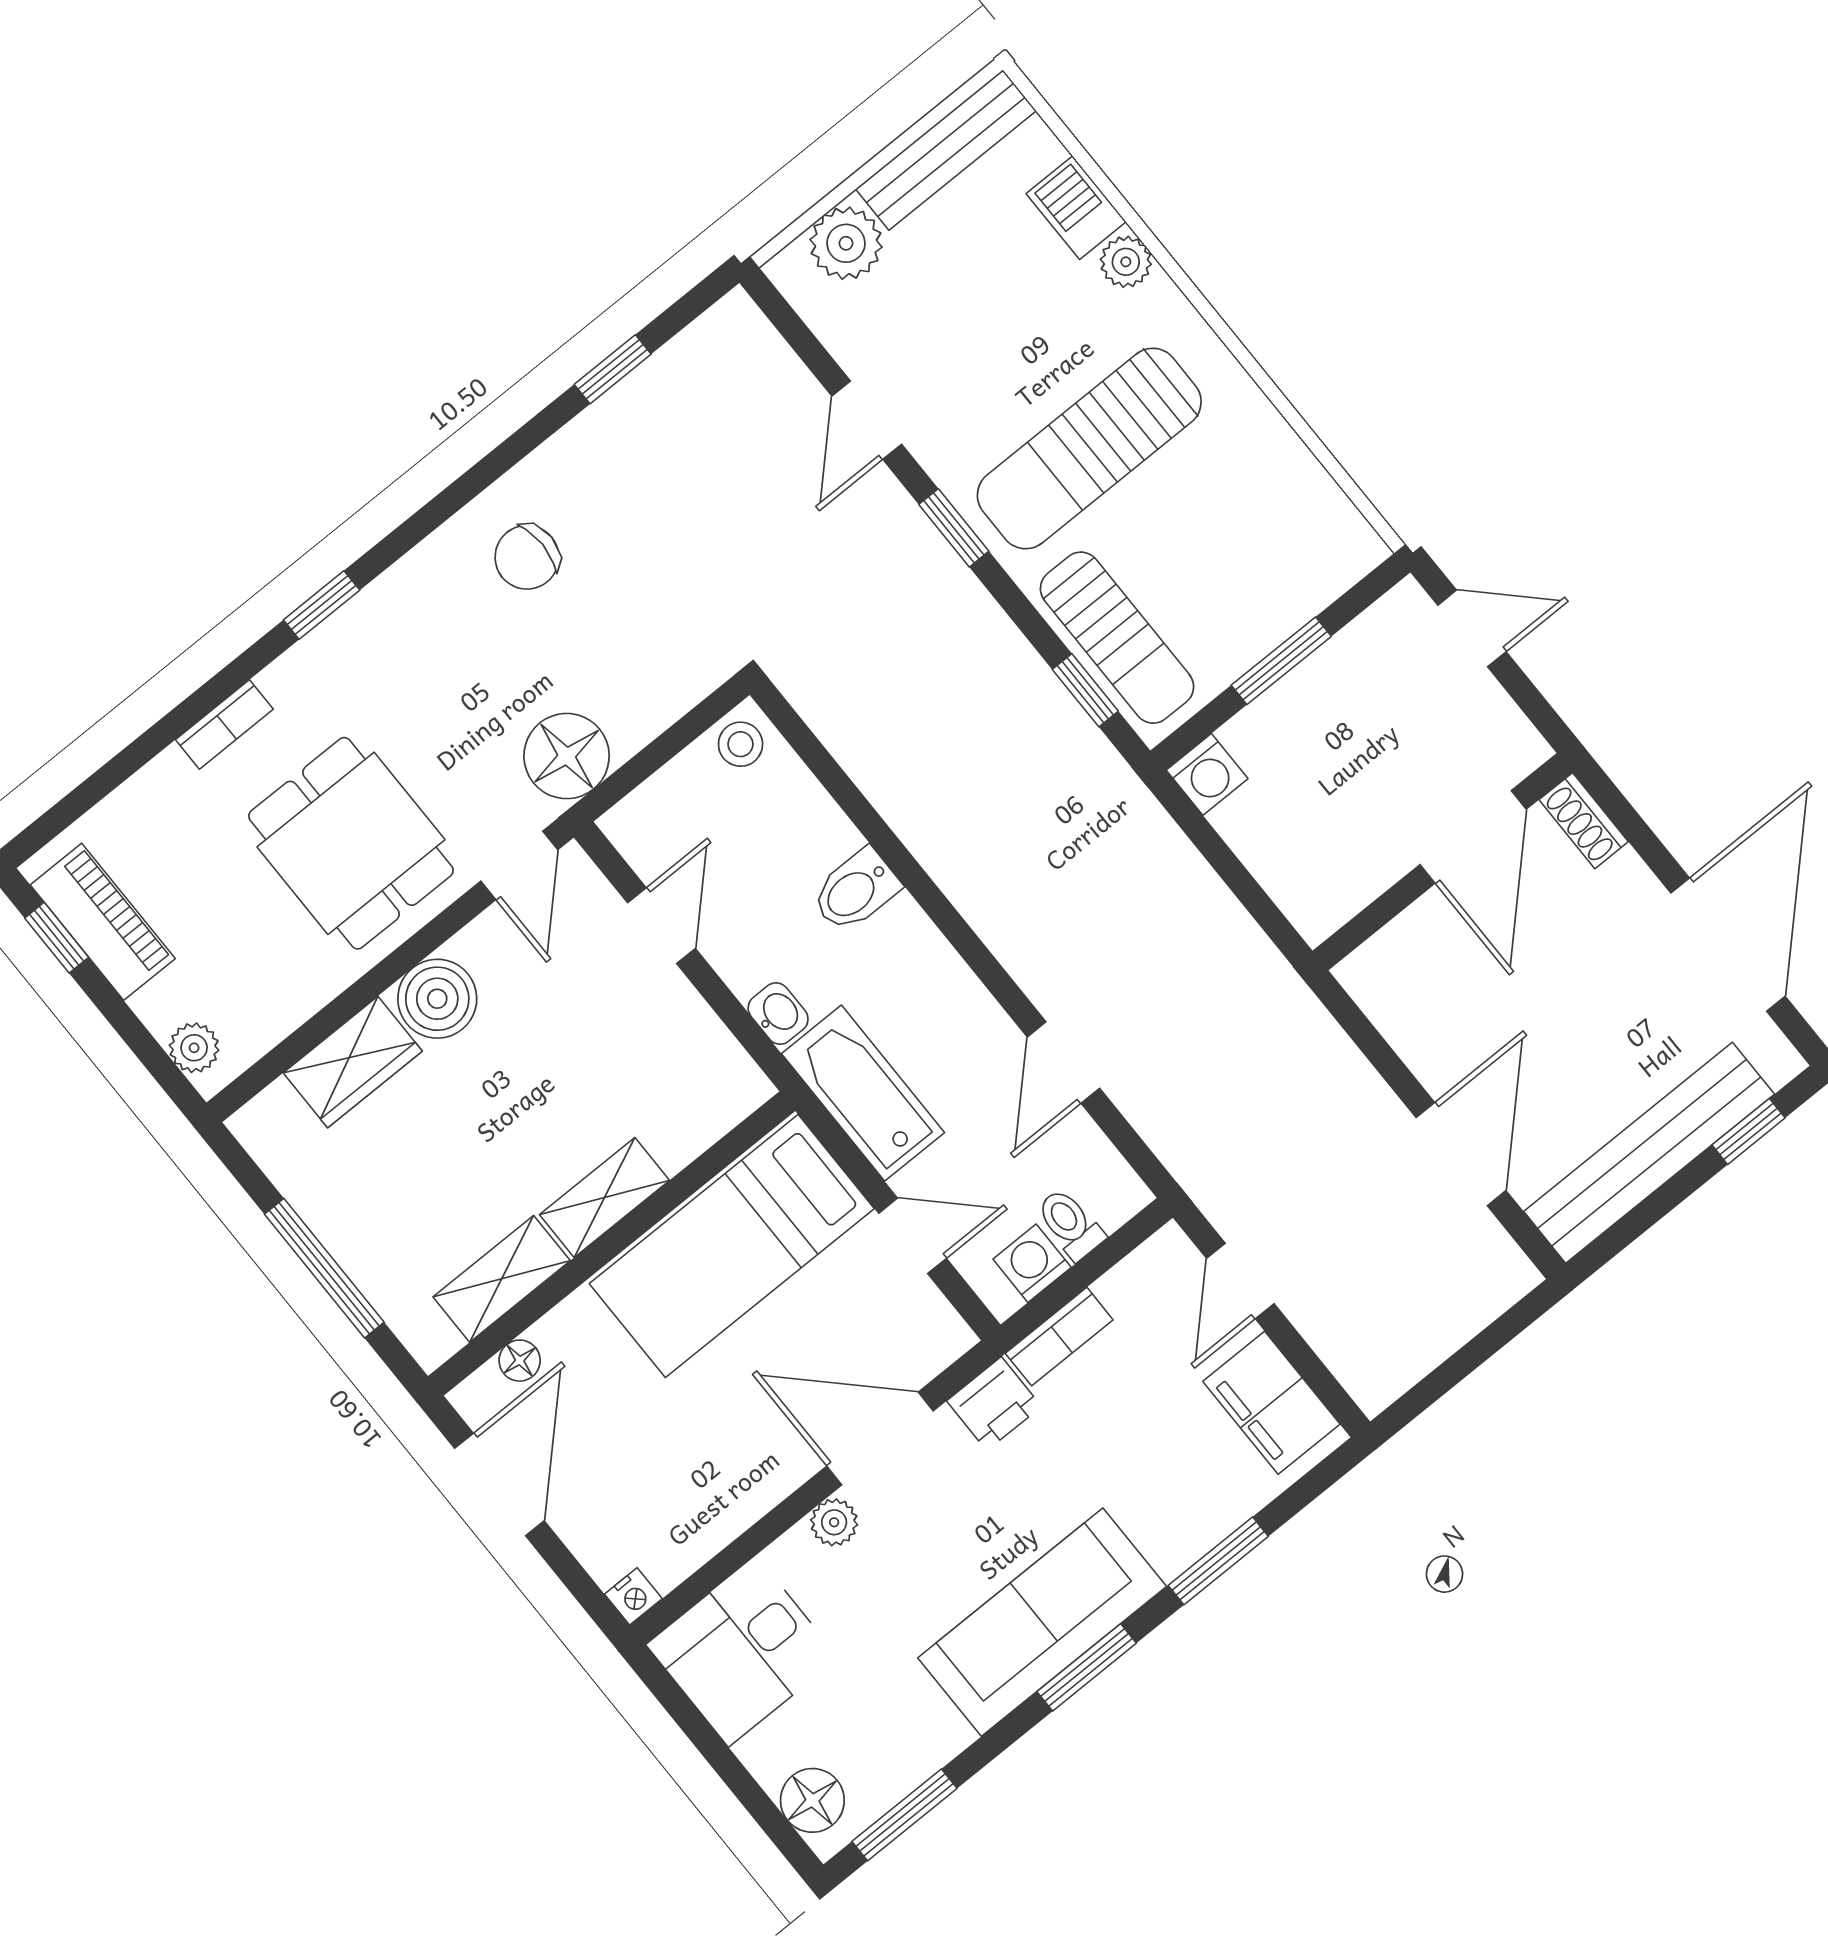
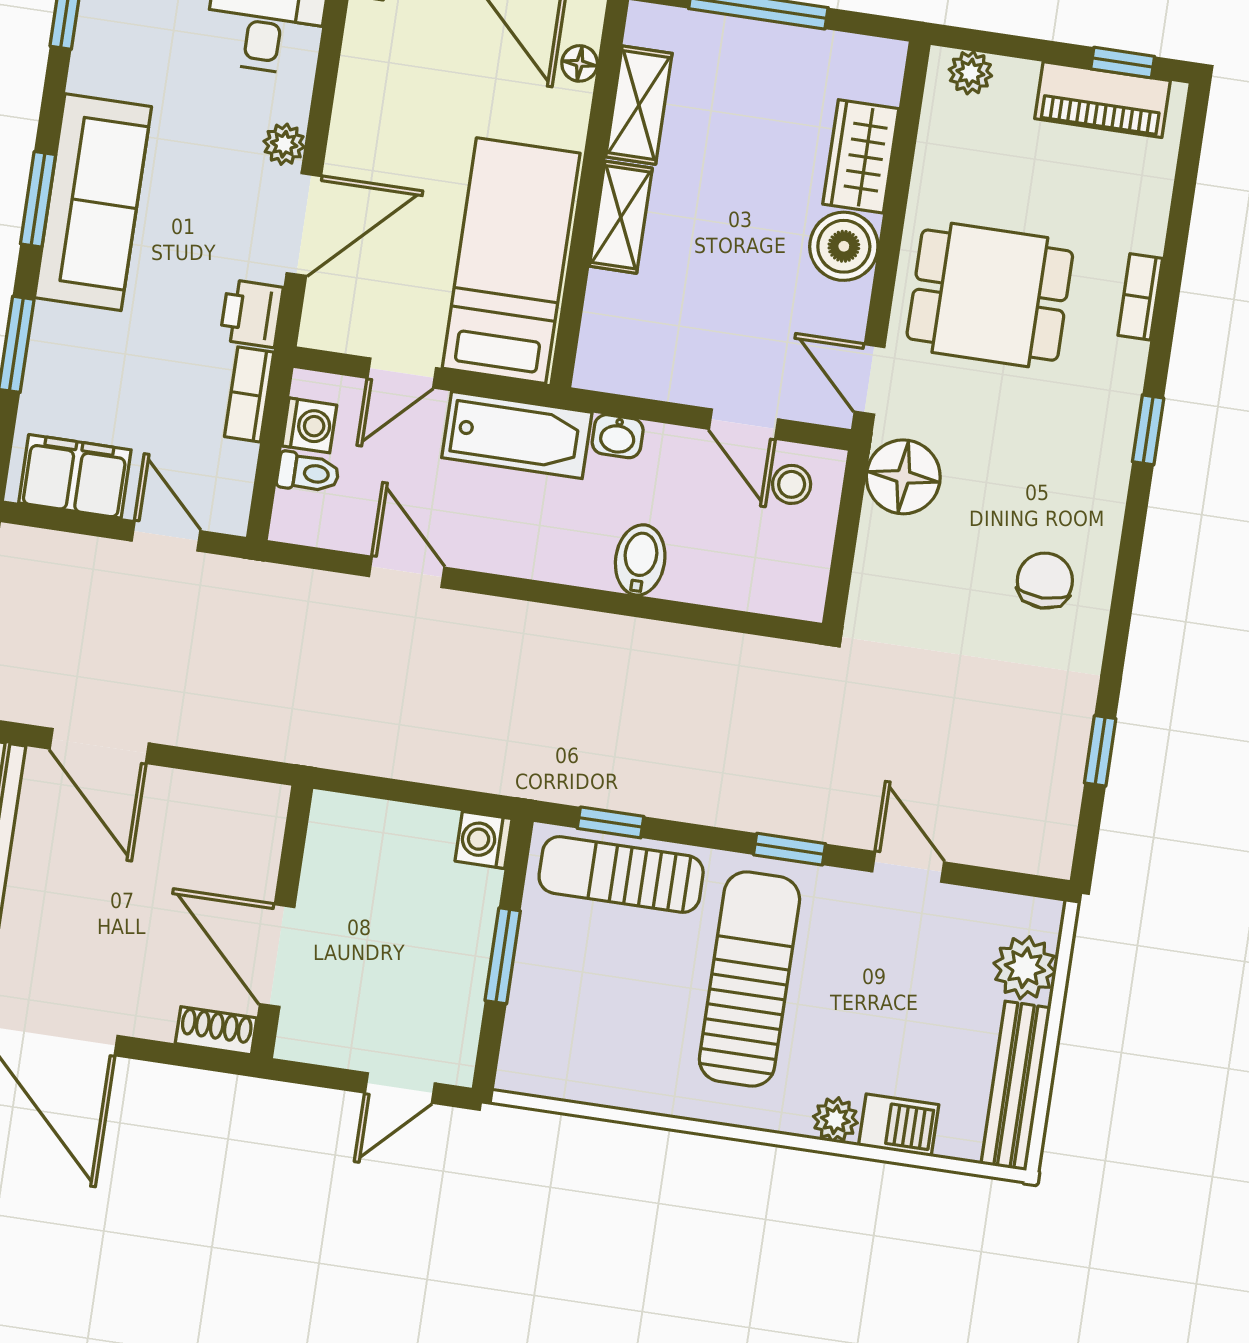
stool: (741, 744) -> (792, 484), moved

